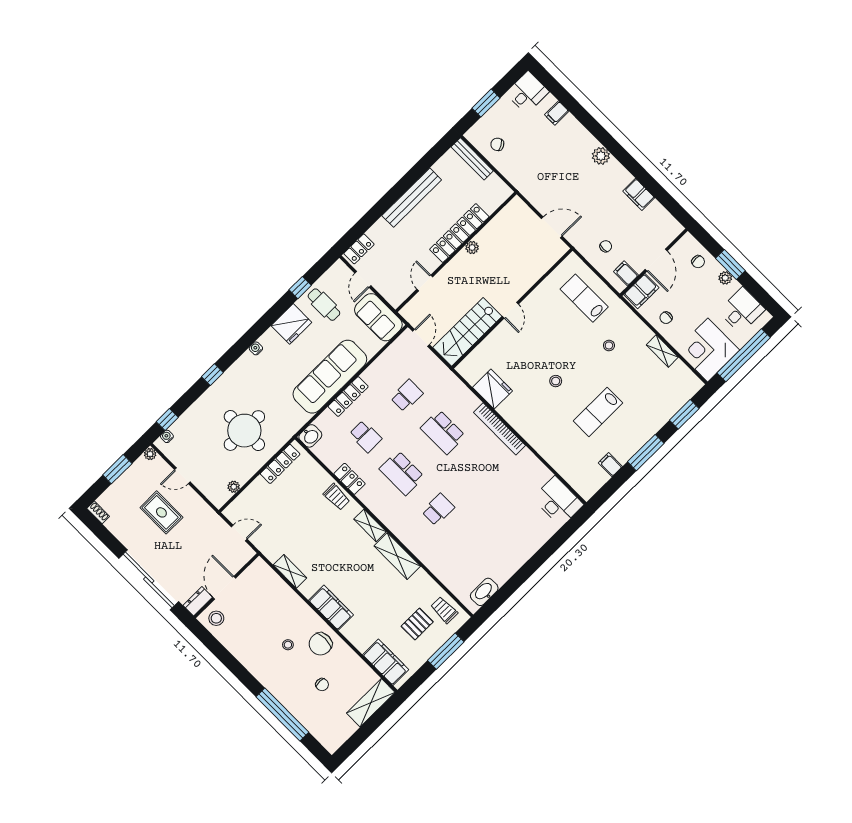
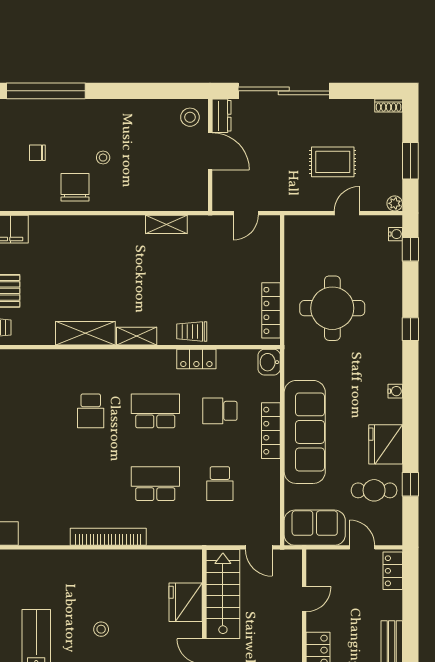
door: (425, 283) -> (304, 599), hinge flipped
fridge: (492, 389) -> (186, 602), moved, turned 90
plant: (234, 487) -> (292, 249), removed
filing cabinet: (331, 608) -> (98, 229), removed

